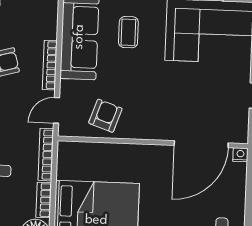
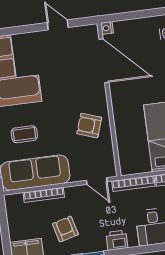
bookcase: (50, 65) -> (44, 195), moved
armchair: (105, 116) -> (89, 126), moved

